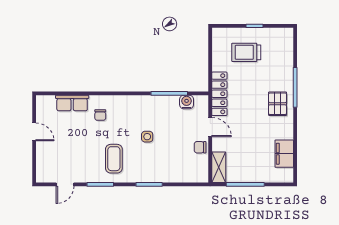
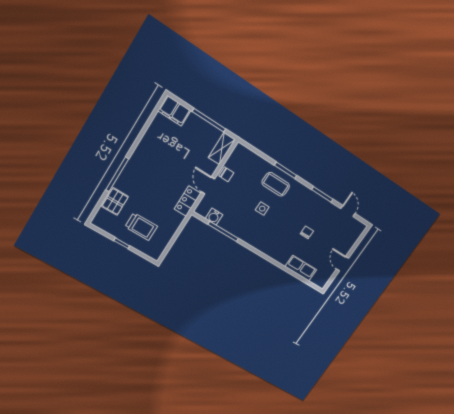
locker: (219, 94) -> (188, 201), width x0.66
pallet: (278, 104) -> (115, 201), moved
chair: (100, 115) -> (307, 232), moved
filing cabinet: (284, 154) -> (174, 111), moved, turned 90
coffee table: (114, 159) -> (276, 184), moved, turned 90
door: (65, 184) -> (348, 211), hinge flipped

